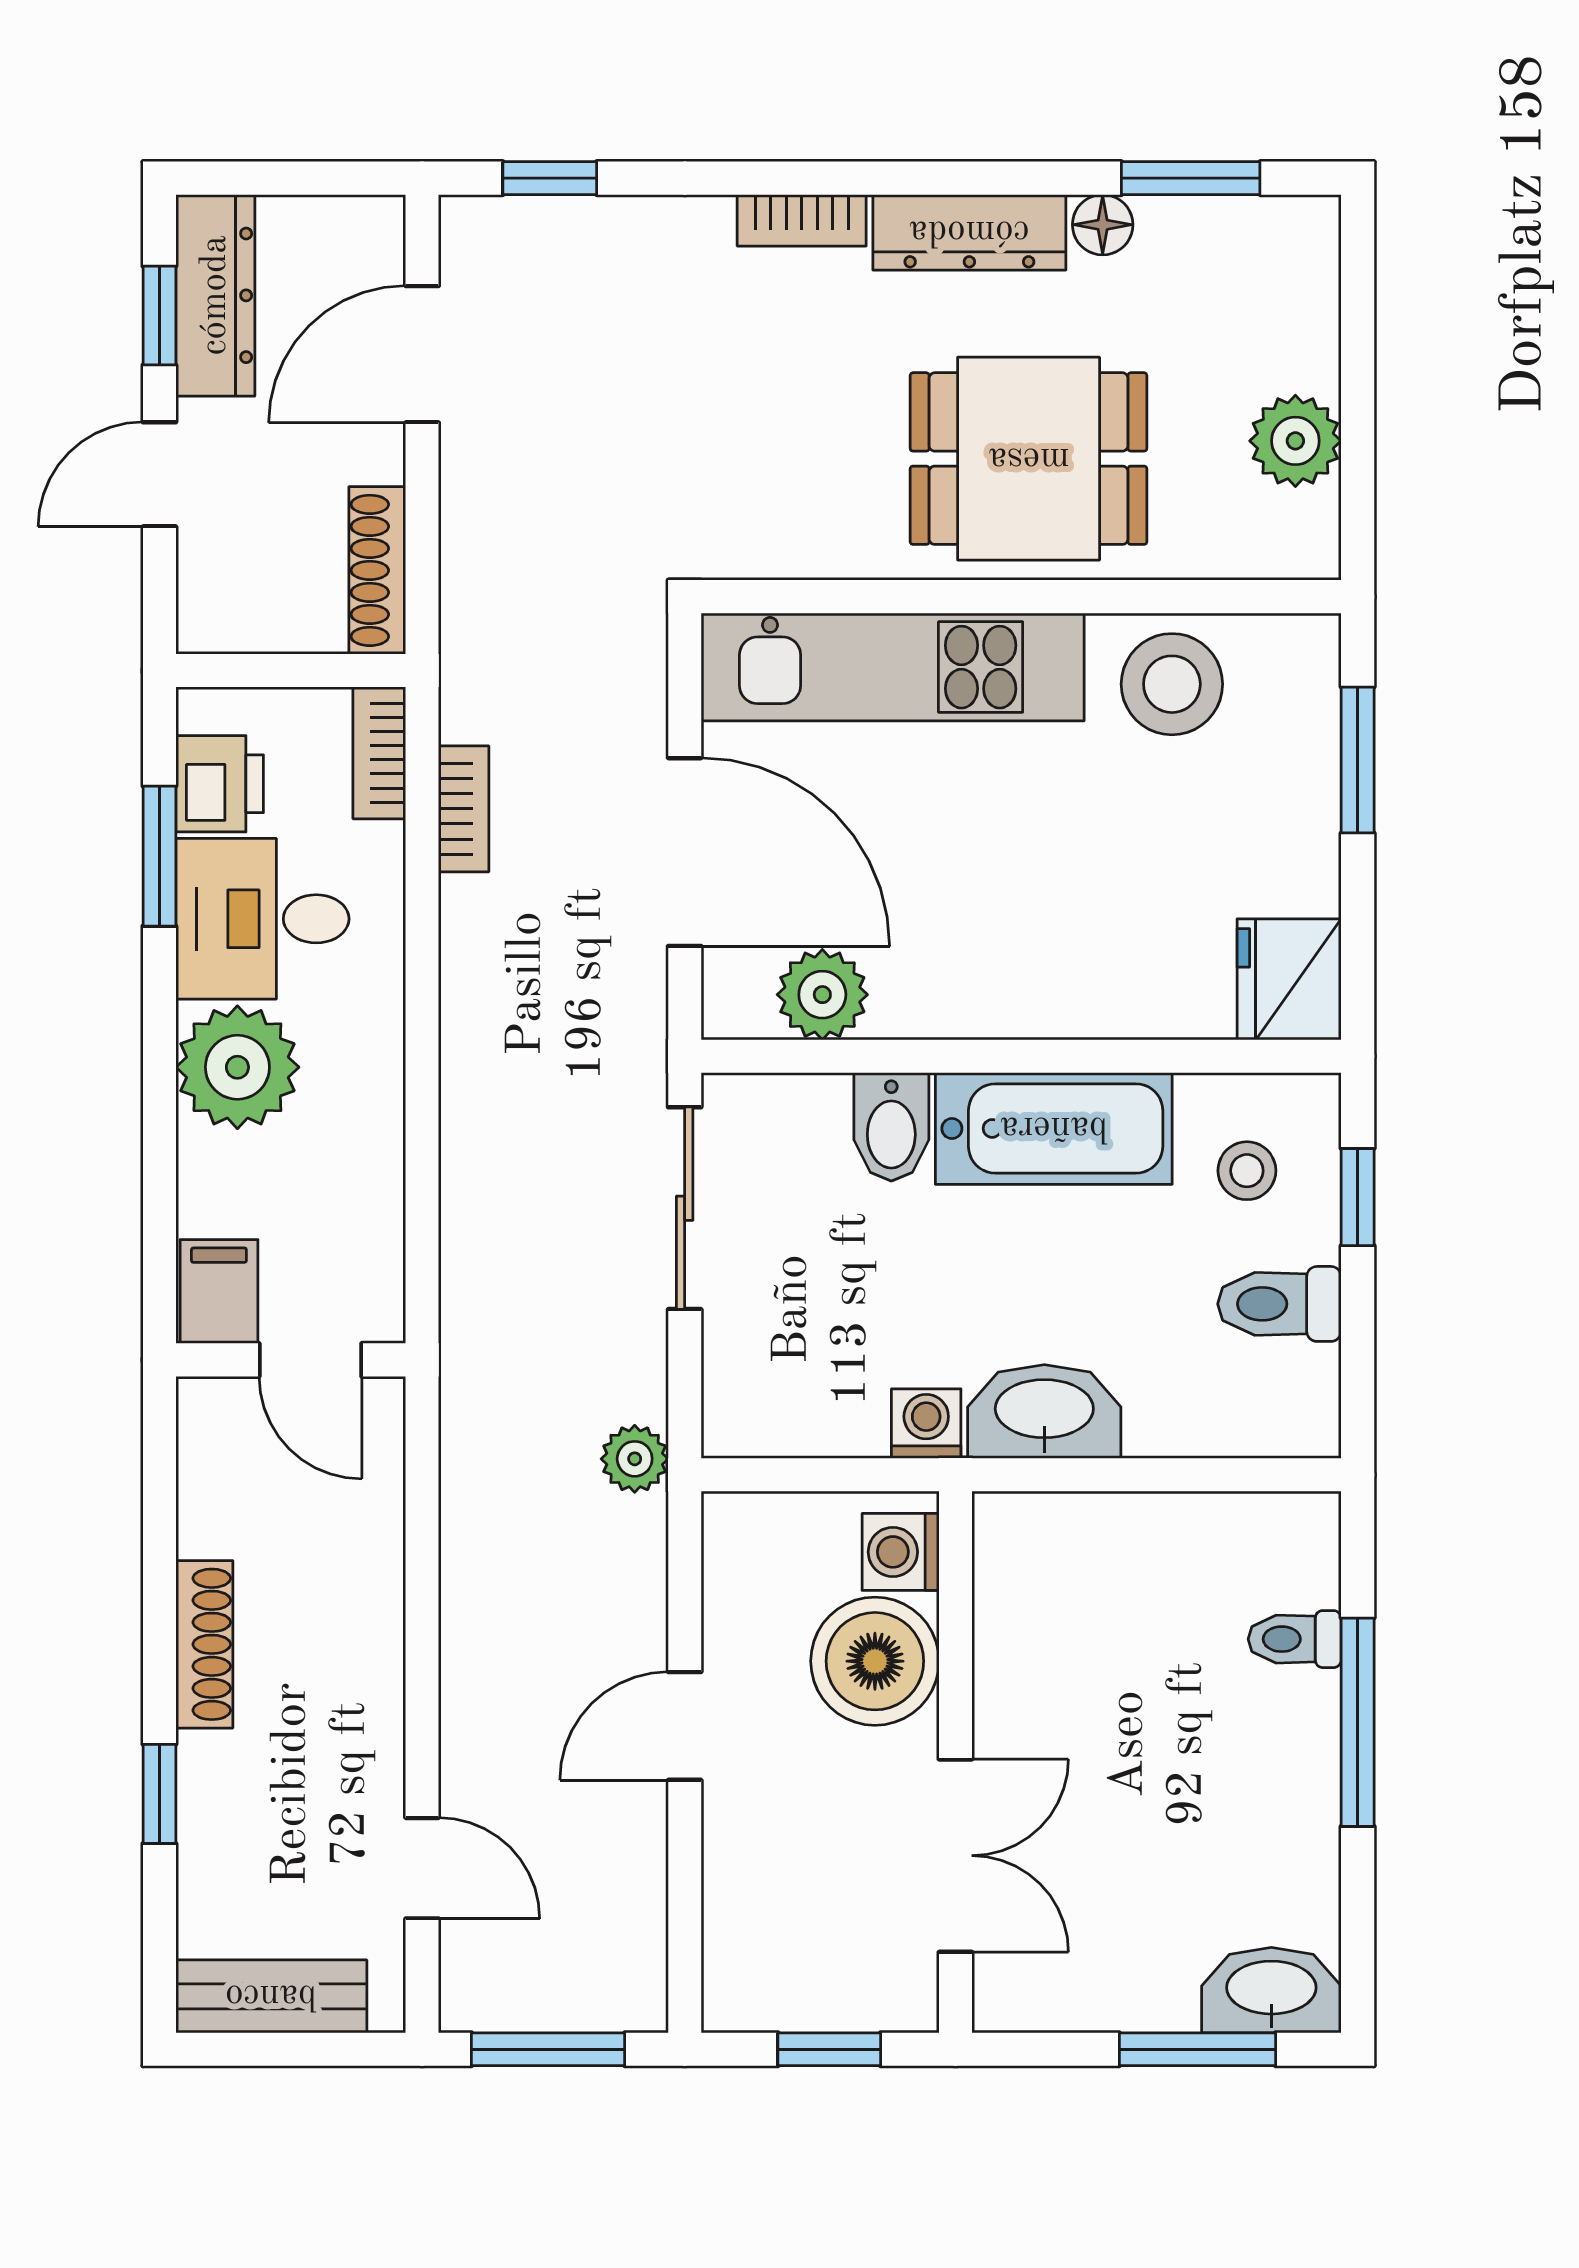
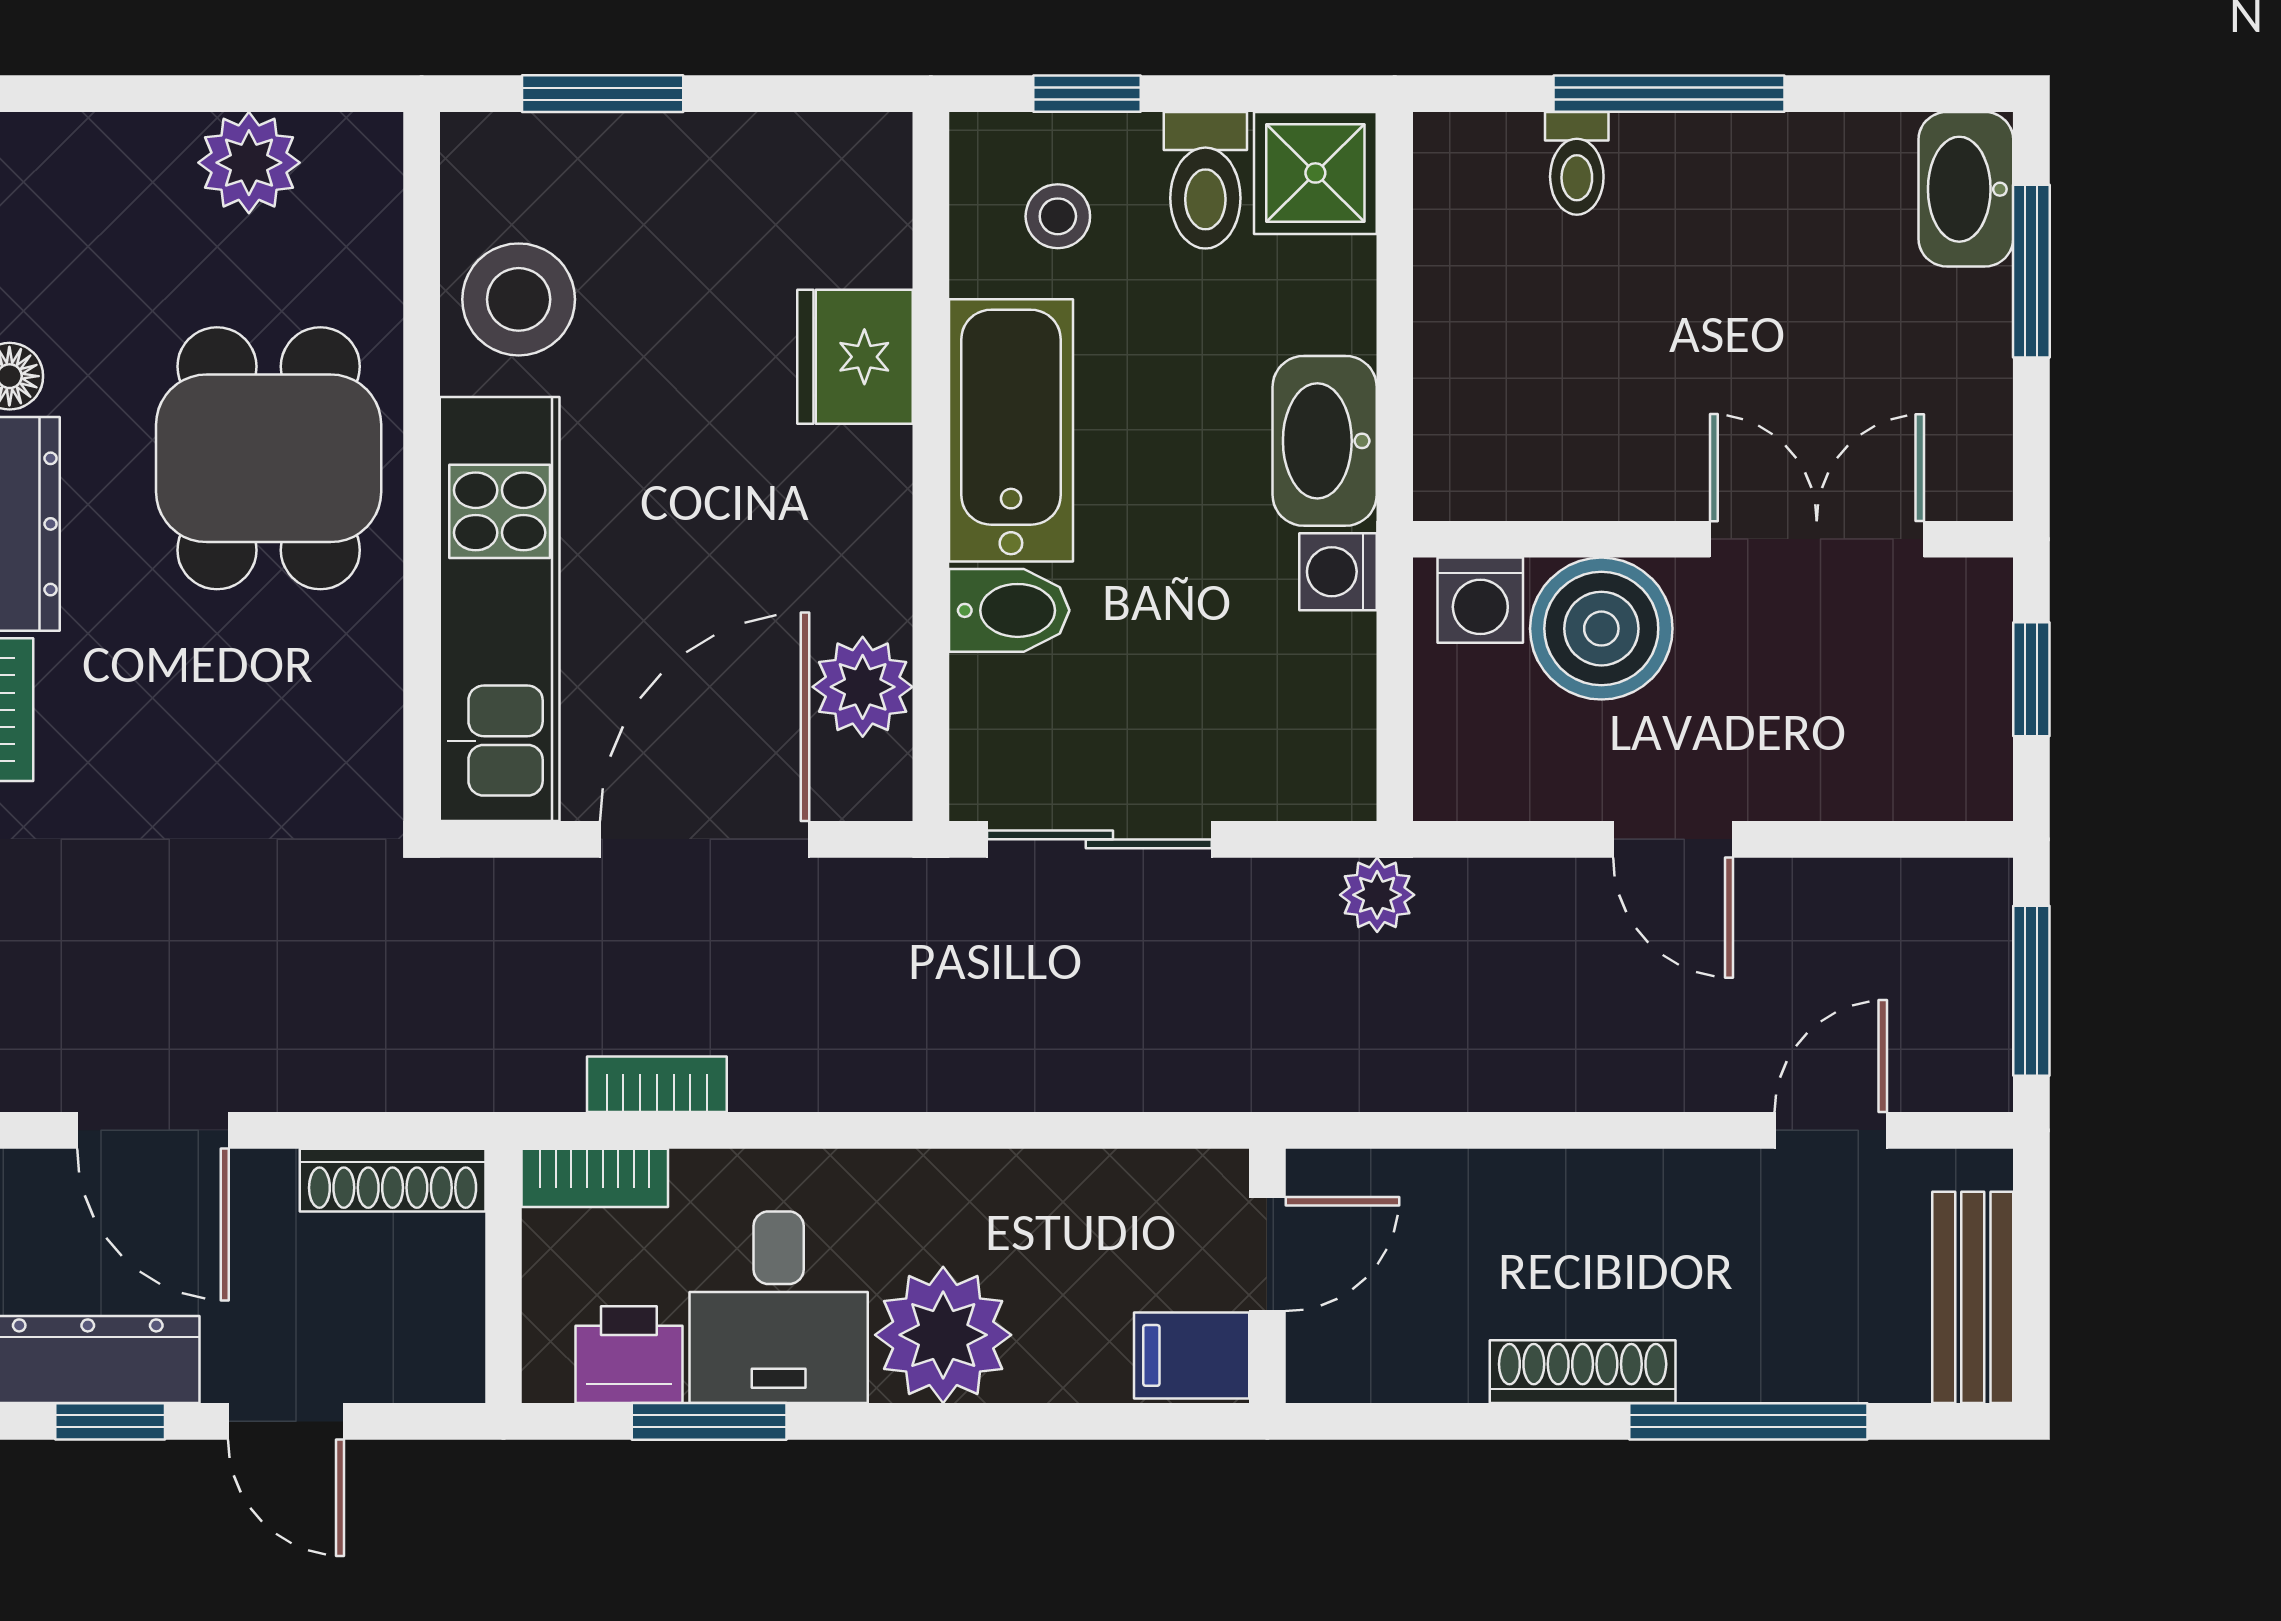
fridge: (1289, 979) -> (855, 357), moved, turned 90
shower: (1286, 1403) -> (1315, 173), added
window: (159, 1794) -> (1748, 1421), width x2.17

